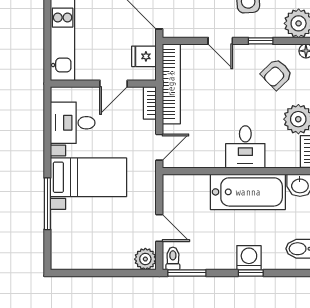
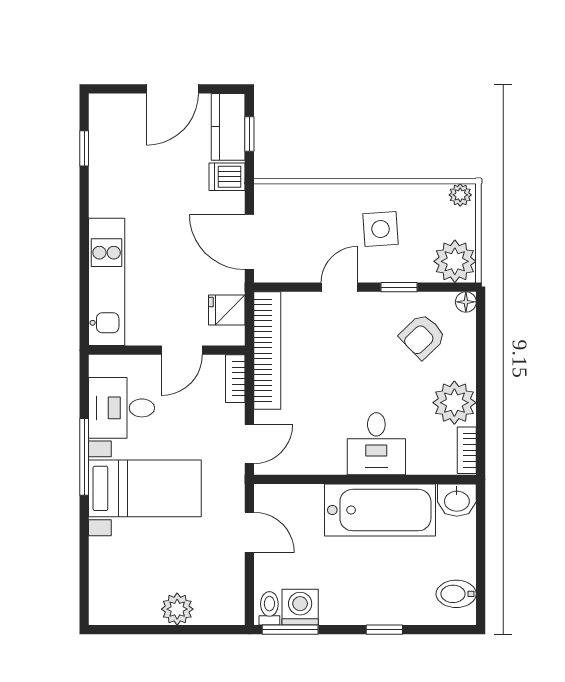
door: (220, 41) -> (339, 287), swing flipped
window: (47, 204) -> (84, 457), moved
door: (159, 228) -> (249, 532), moved
washing machine: (249, 258) -> (300, 607), moved
plant: (145, 259) -> (177, 609), moved

